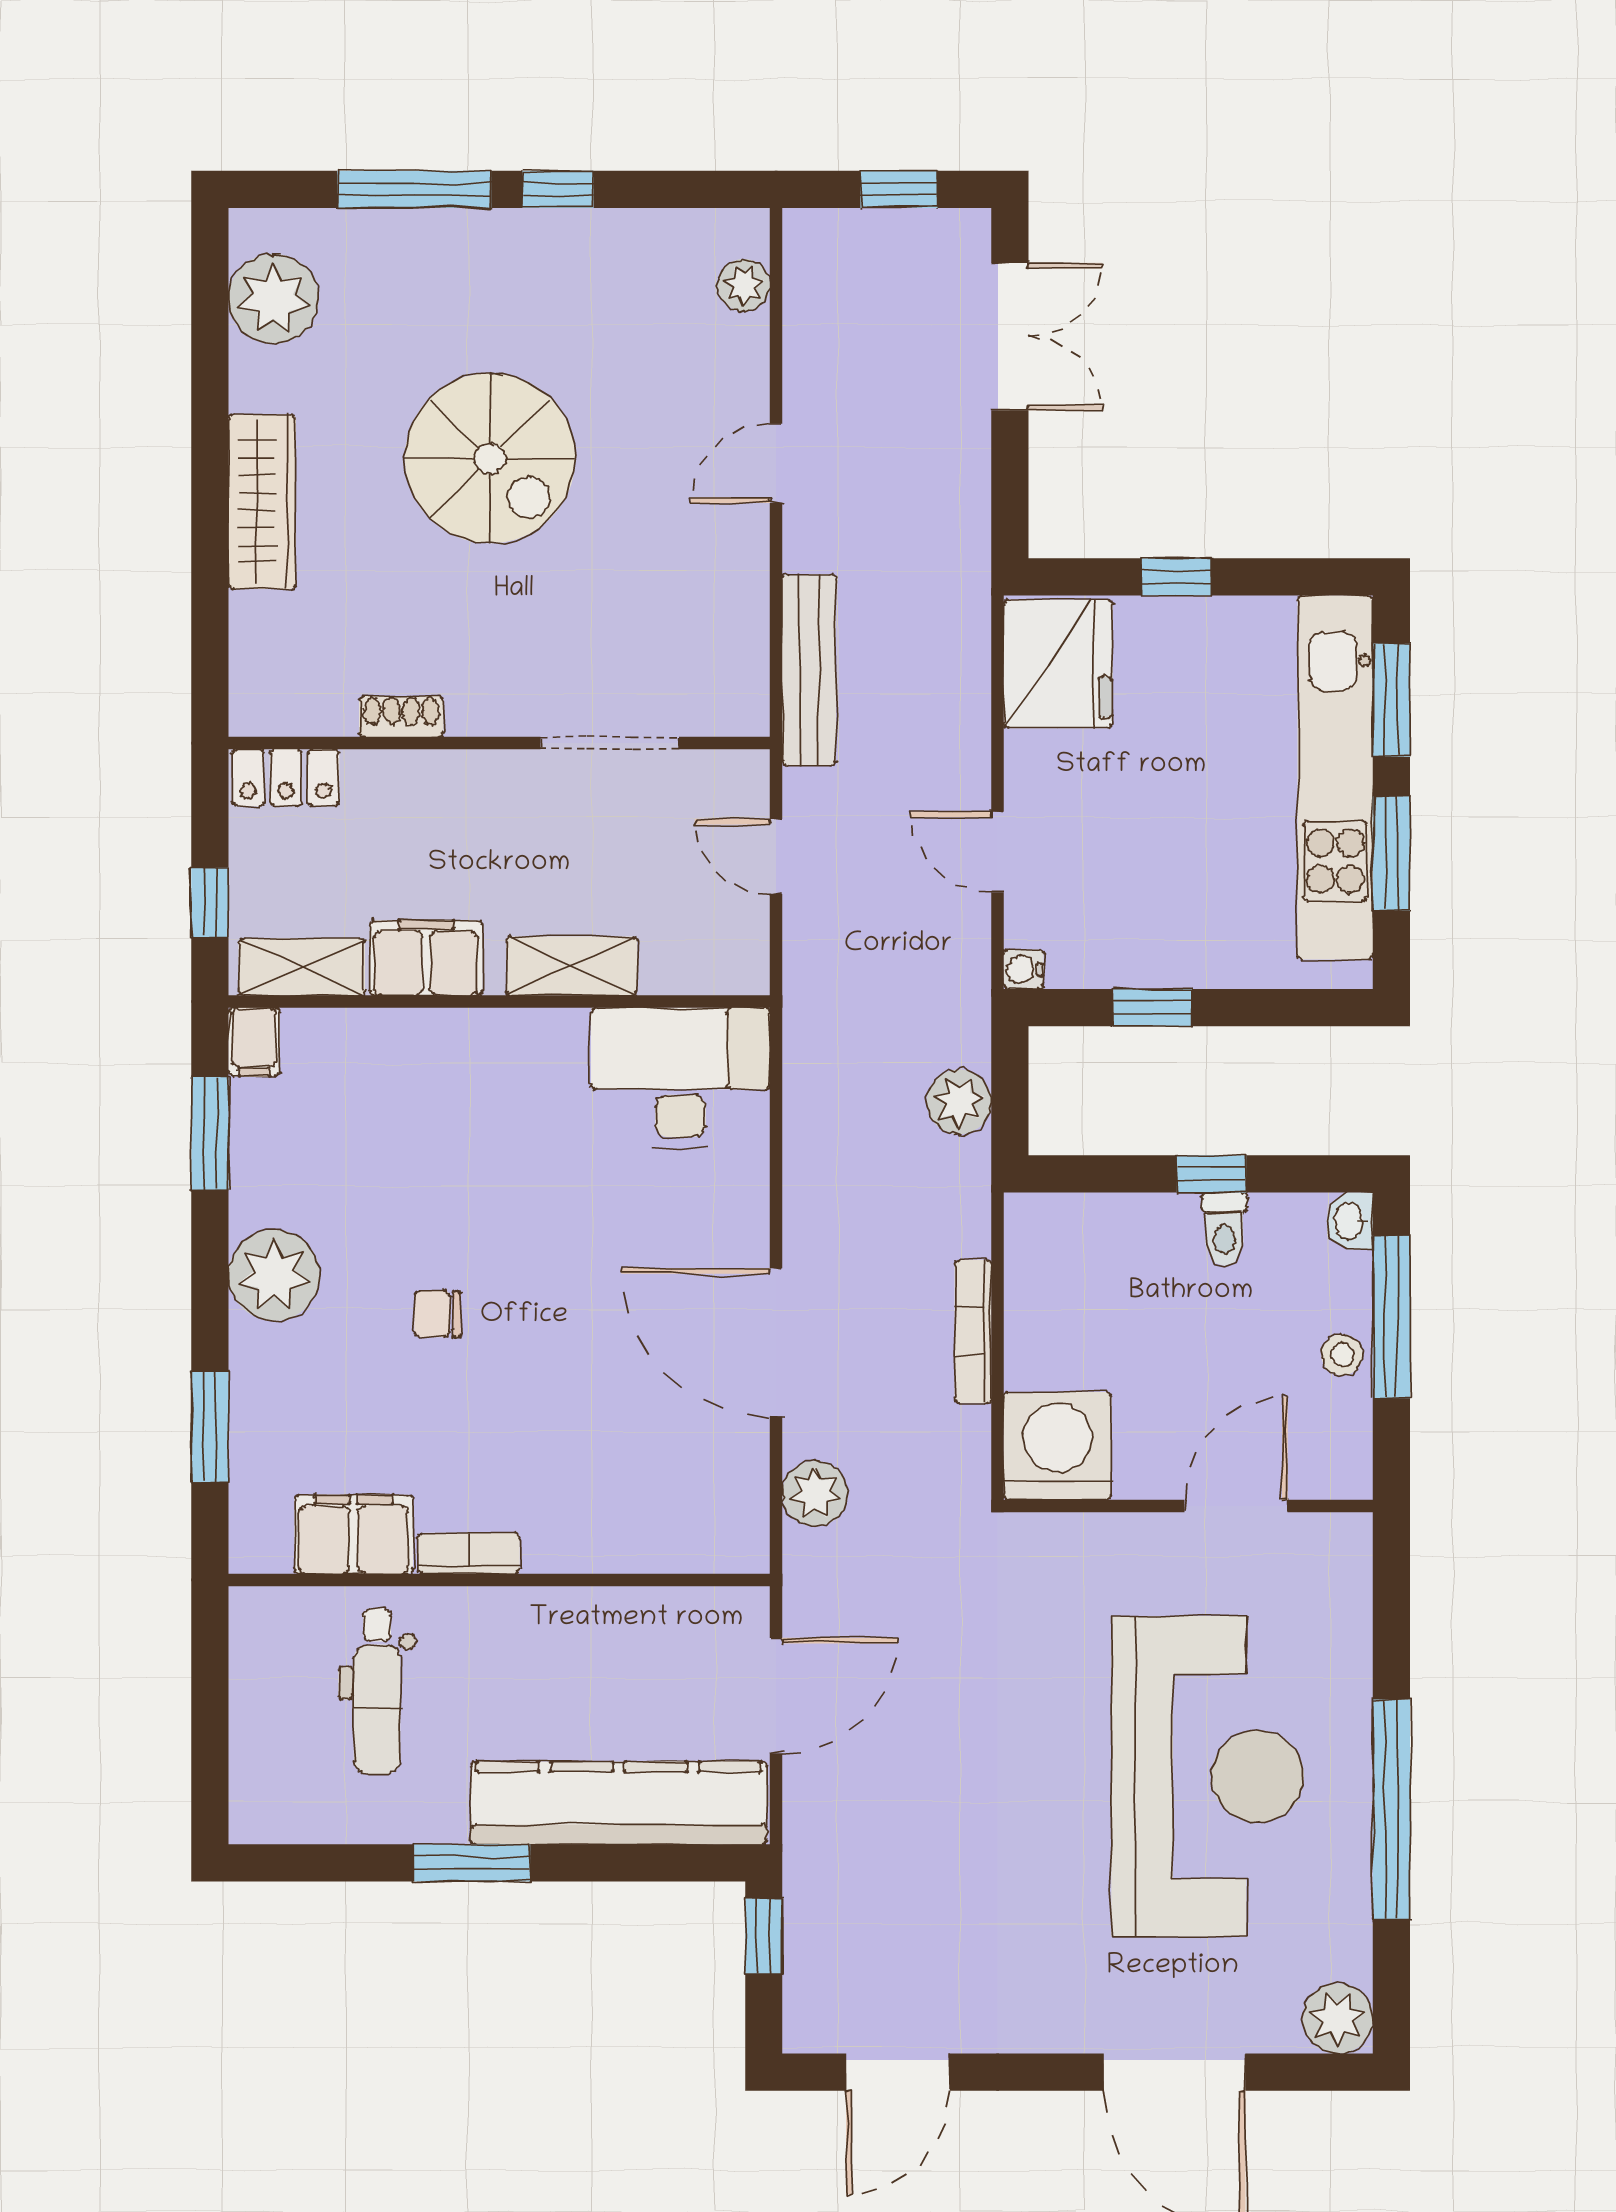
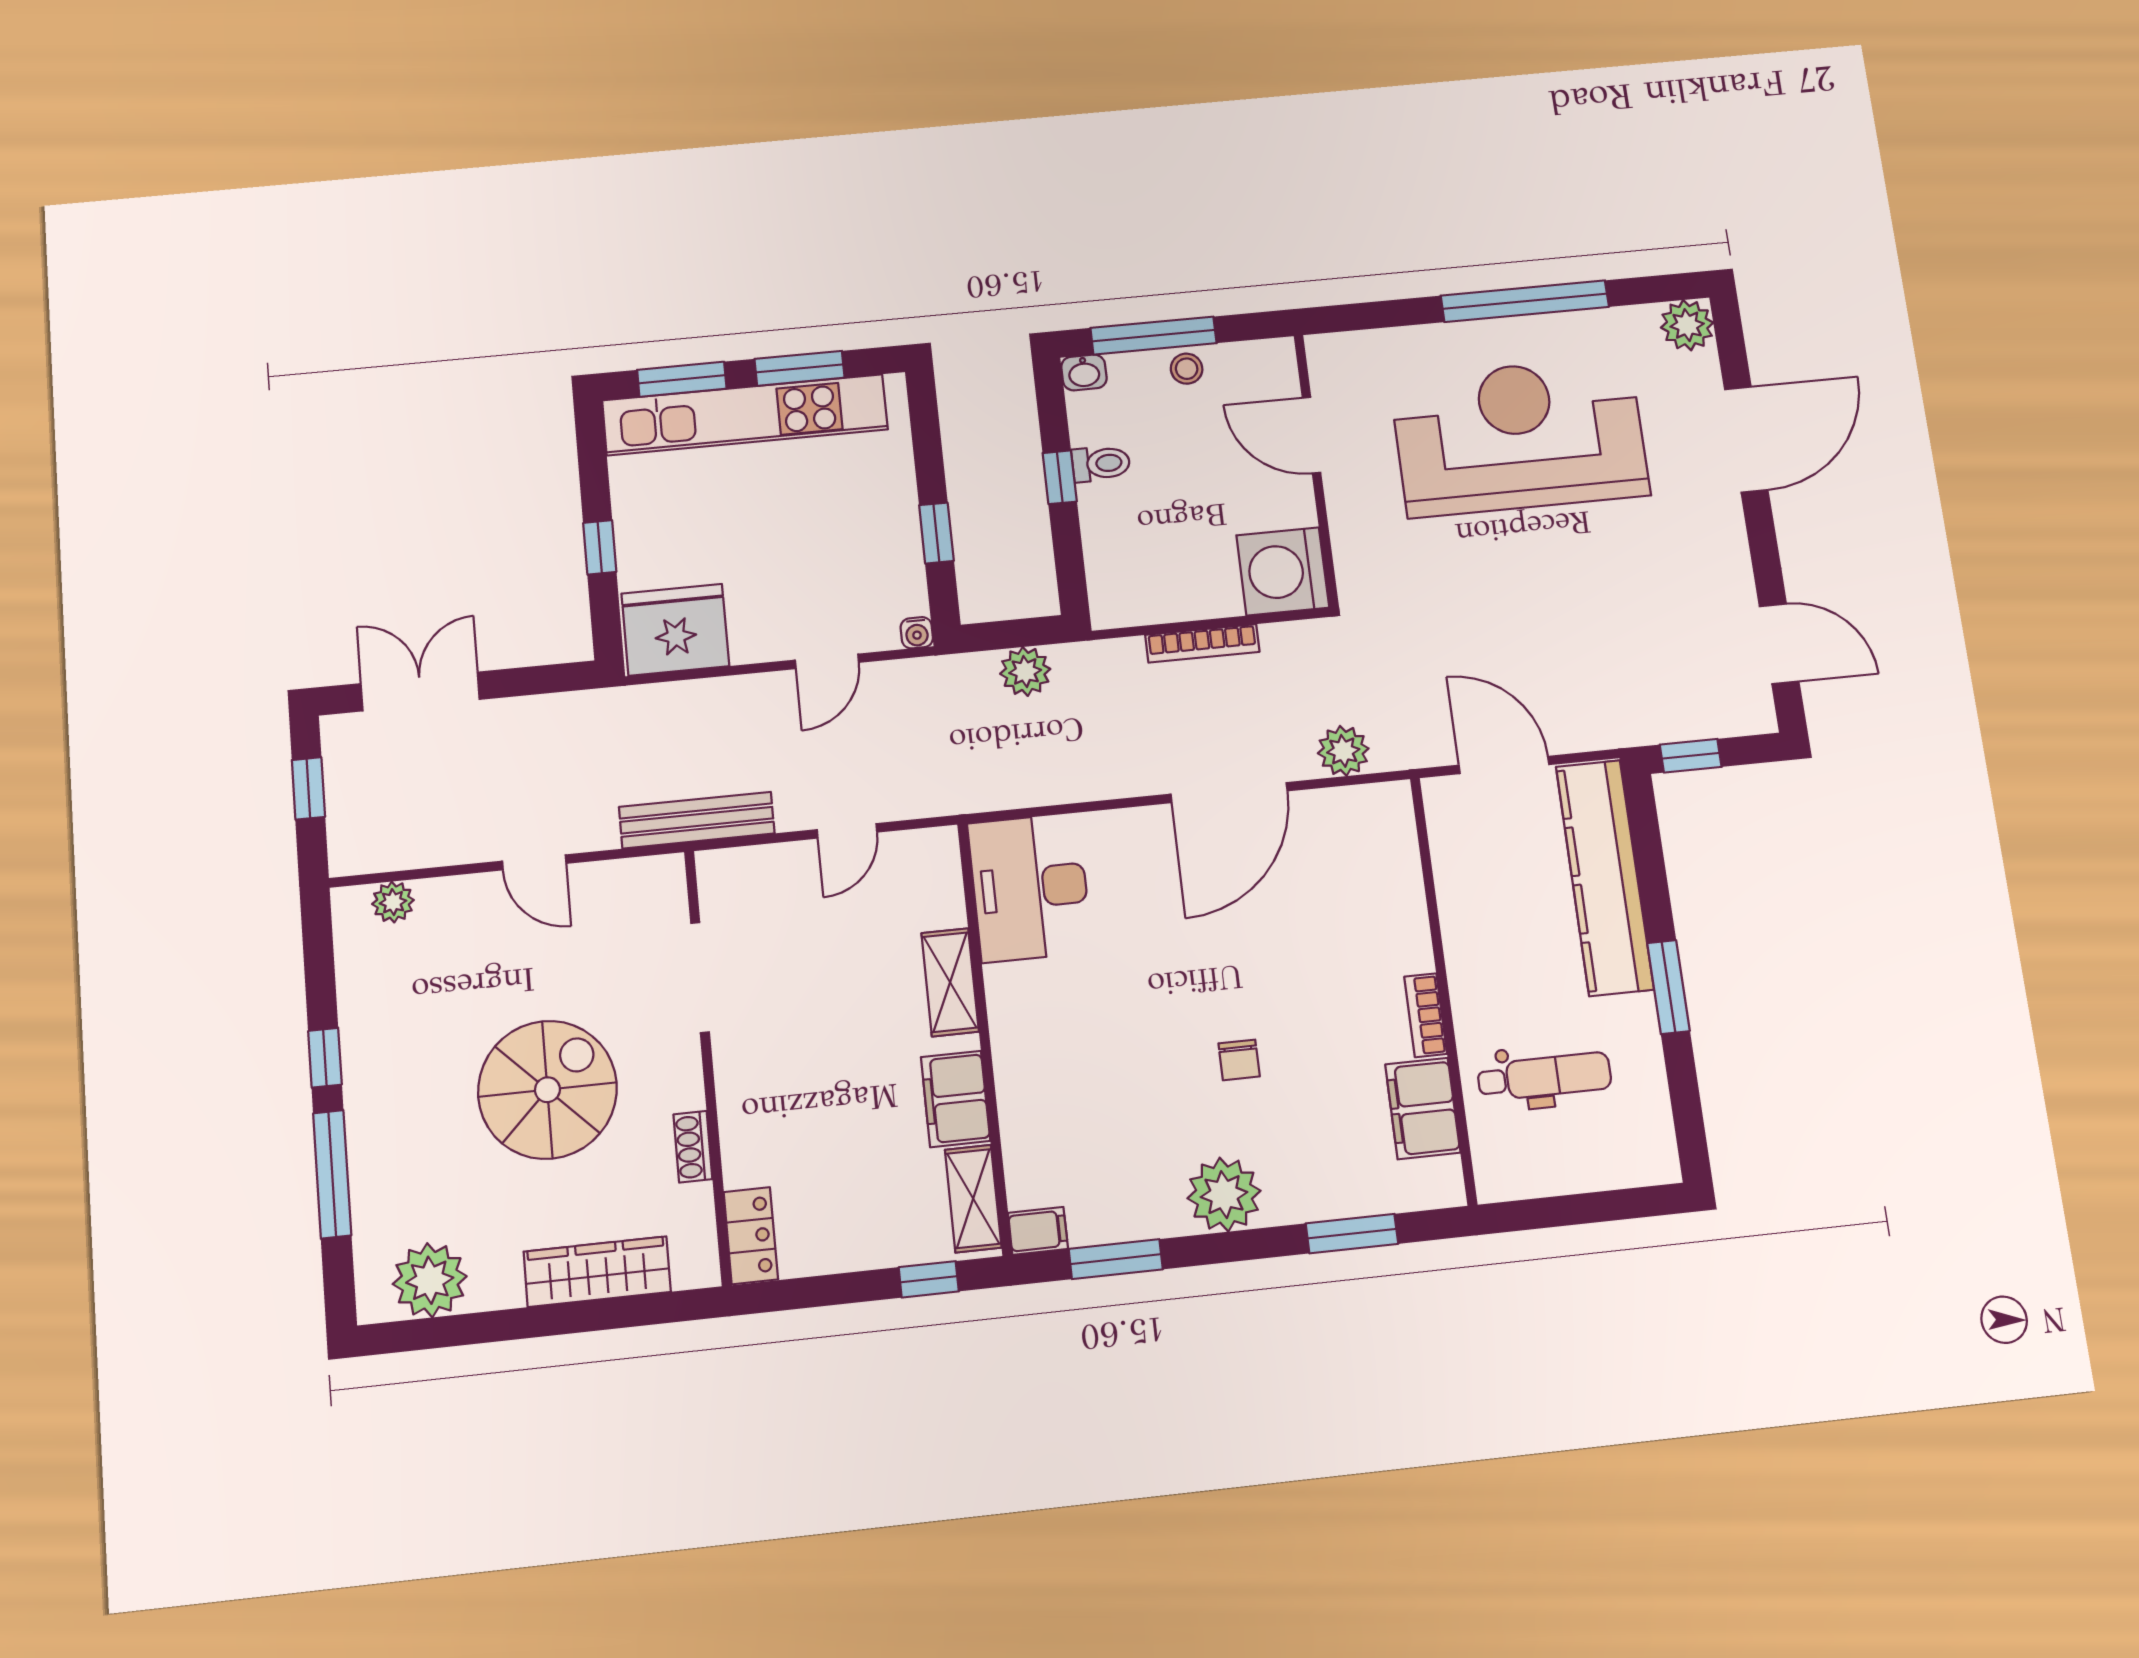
shoe rack: (401, 716) -> (693, 1147), moved
wall: (499, 743) -> (708, 1066), moved
doorway: (610, 743) -> (700, 977), moved
locker: (286, 778) -> (751, 1236), moved

